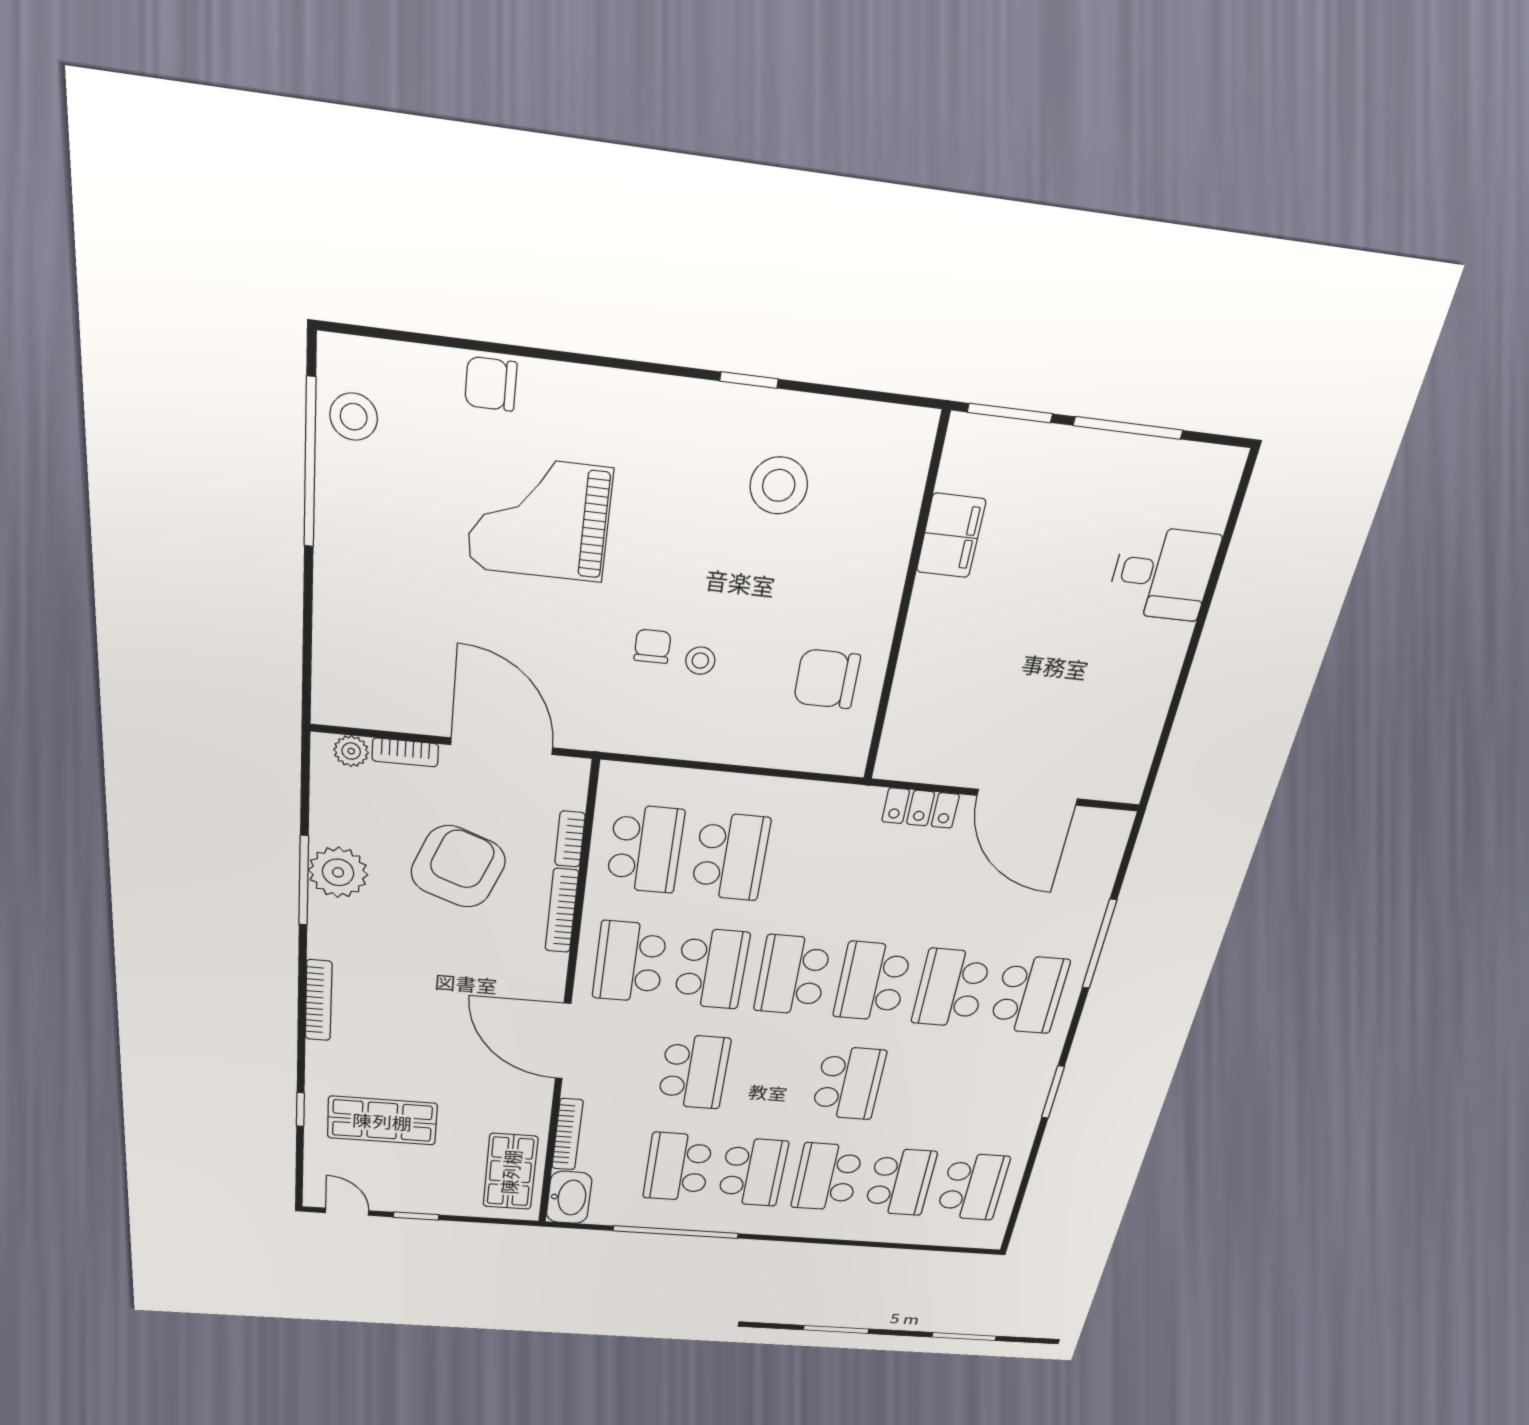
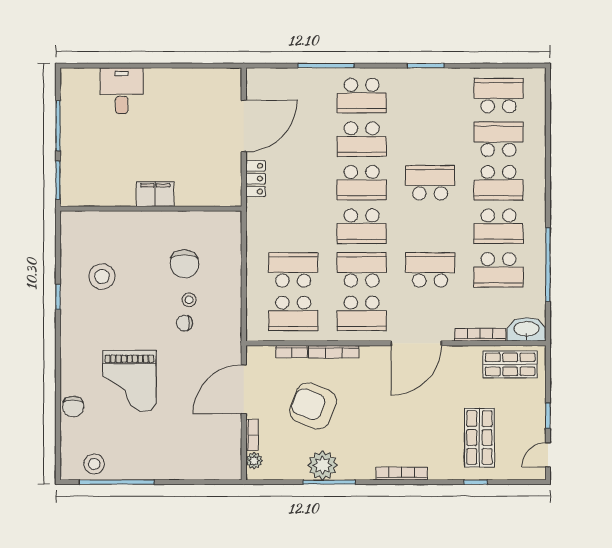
filing cabinet: (951, 536) -> (155, 194), moved
chair: (827, 679) -> (184, 264), moved
school desk: (645, 849) -> (293, 313), turned 180
school desk: (1029, 995) -> (362, 96), turned 180
school desk: (753, 1172) -> (499, 226), turned 180

